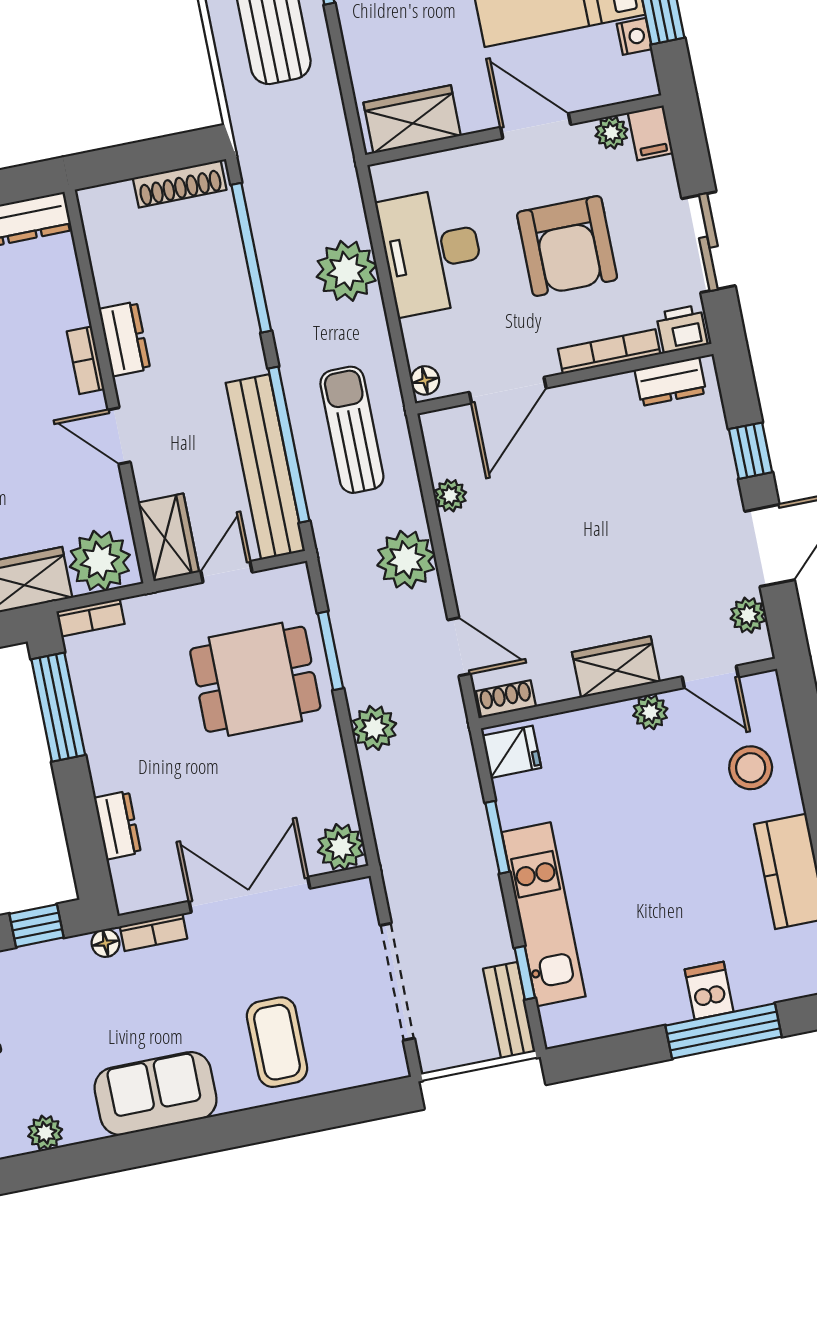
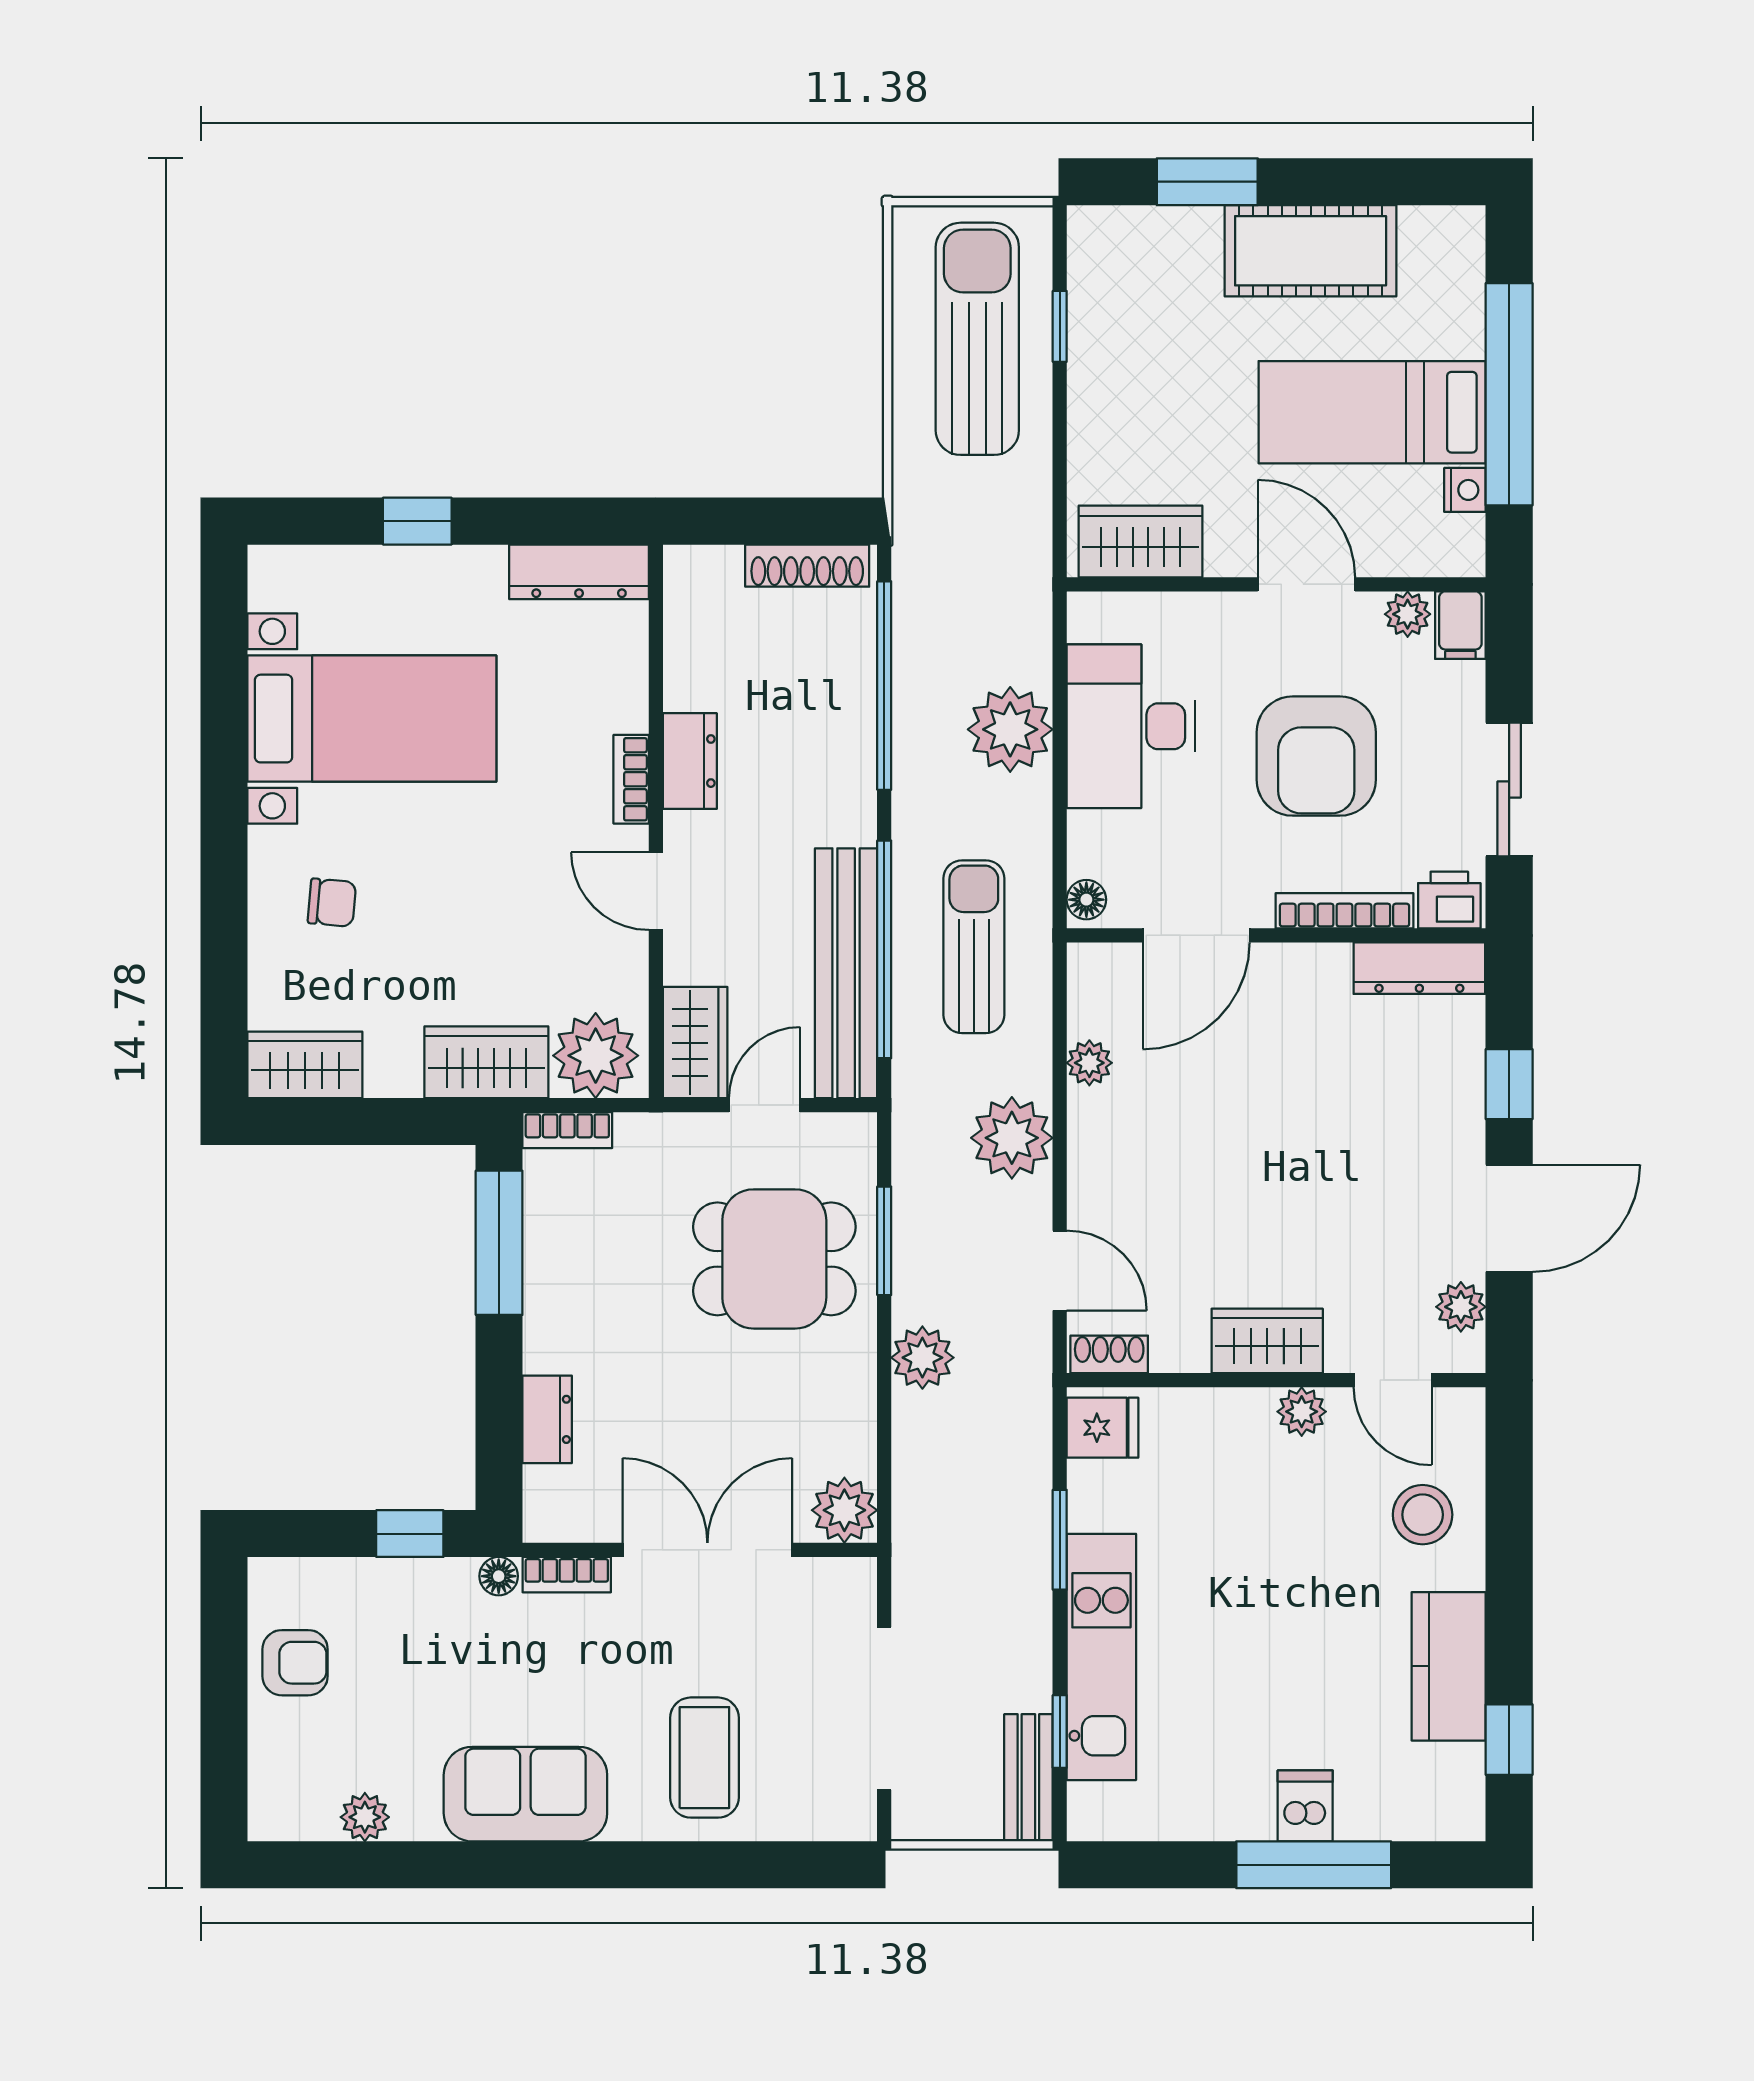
dresser: (670, 381) -> (1419, 968), width x1.44

